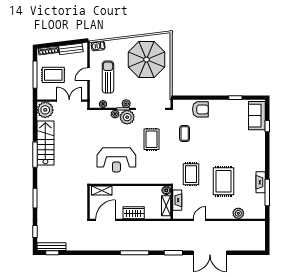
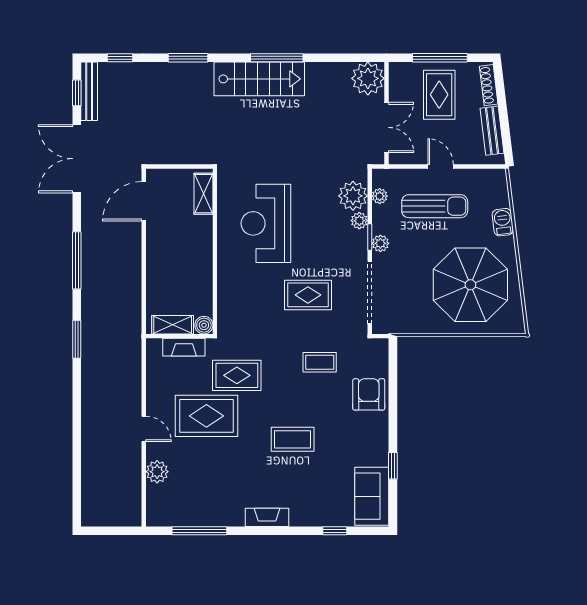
barbecue: (98, 46) -> (503, 222), moved
armchair: (200, 109) -> (369, 394), turned 180
sofa: (257, 116) -> (372, 496), moved, turned -90
plant: (127, 117) -> (353, 196), moved
stairs: (45, 143) -> (259, 79), moved
coffee table: (222, 147) -> (293, 439), added
rug: (224, 181) -> (206, 416), moved
fireplace: (261, 182) -> (267, 517), moved
wardrobe: (134, 213) -> (158, 259), removed
door: (106, 220) -> (144, 201), swing flipped
door: (200, 220) -> (144, 429), moved
double door: (210, 253) -> (77, 159), moved

